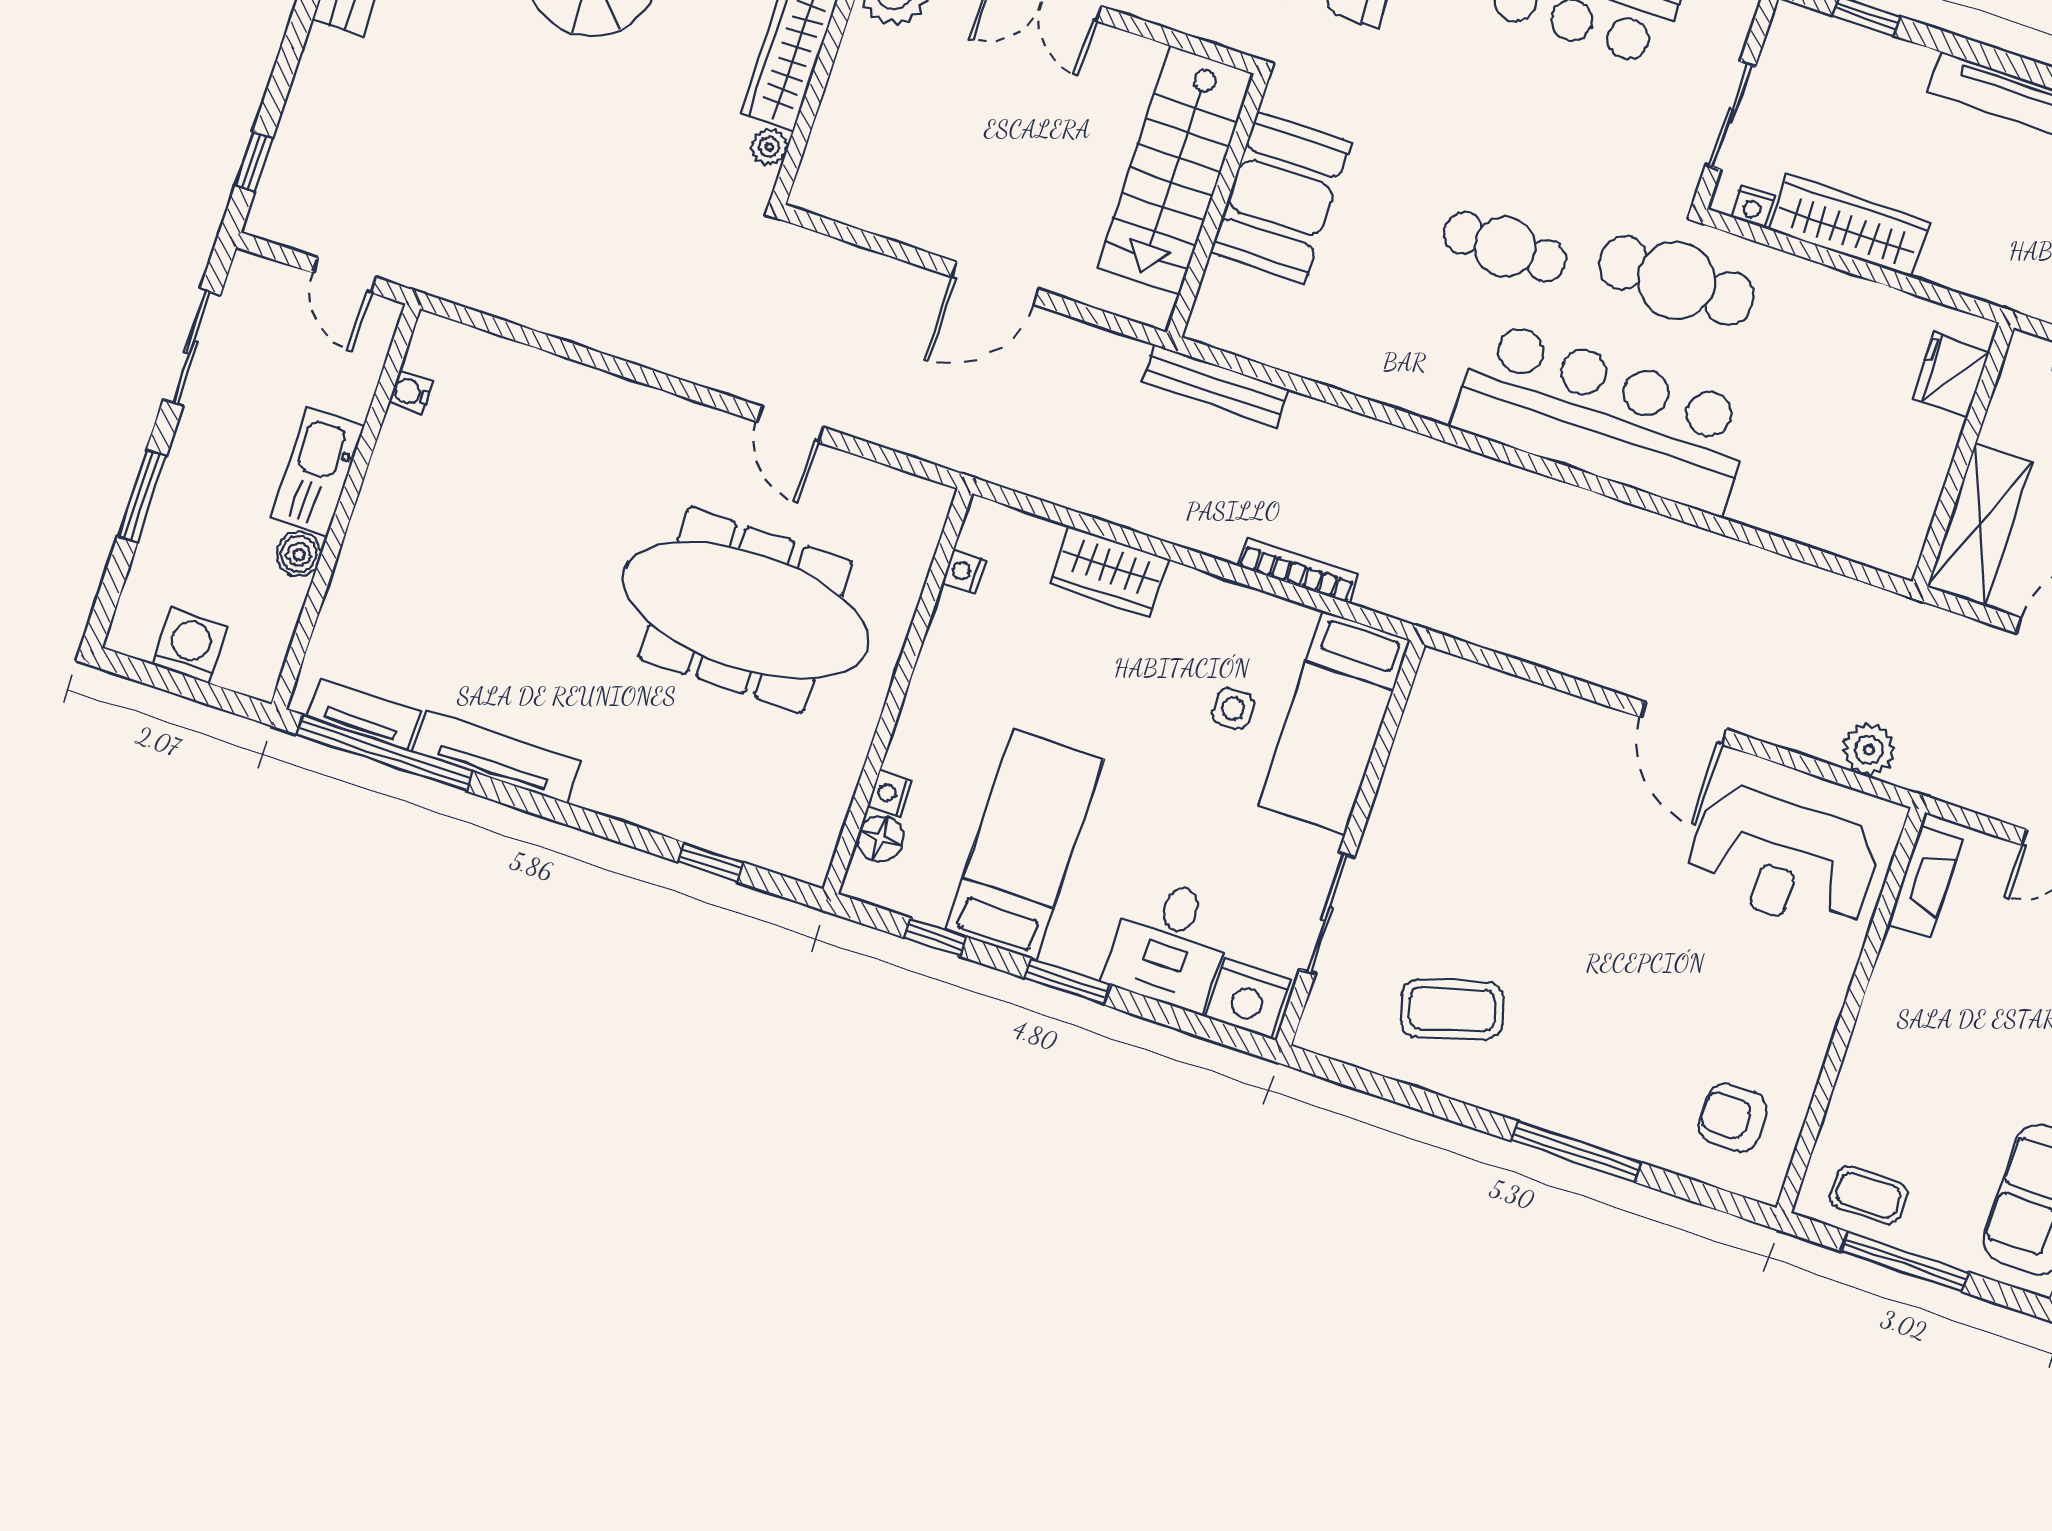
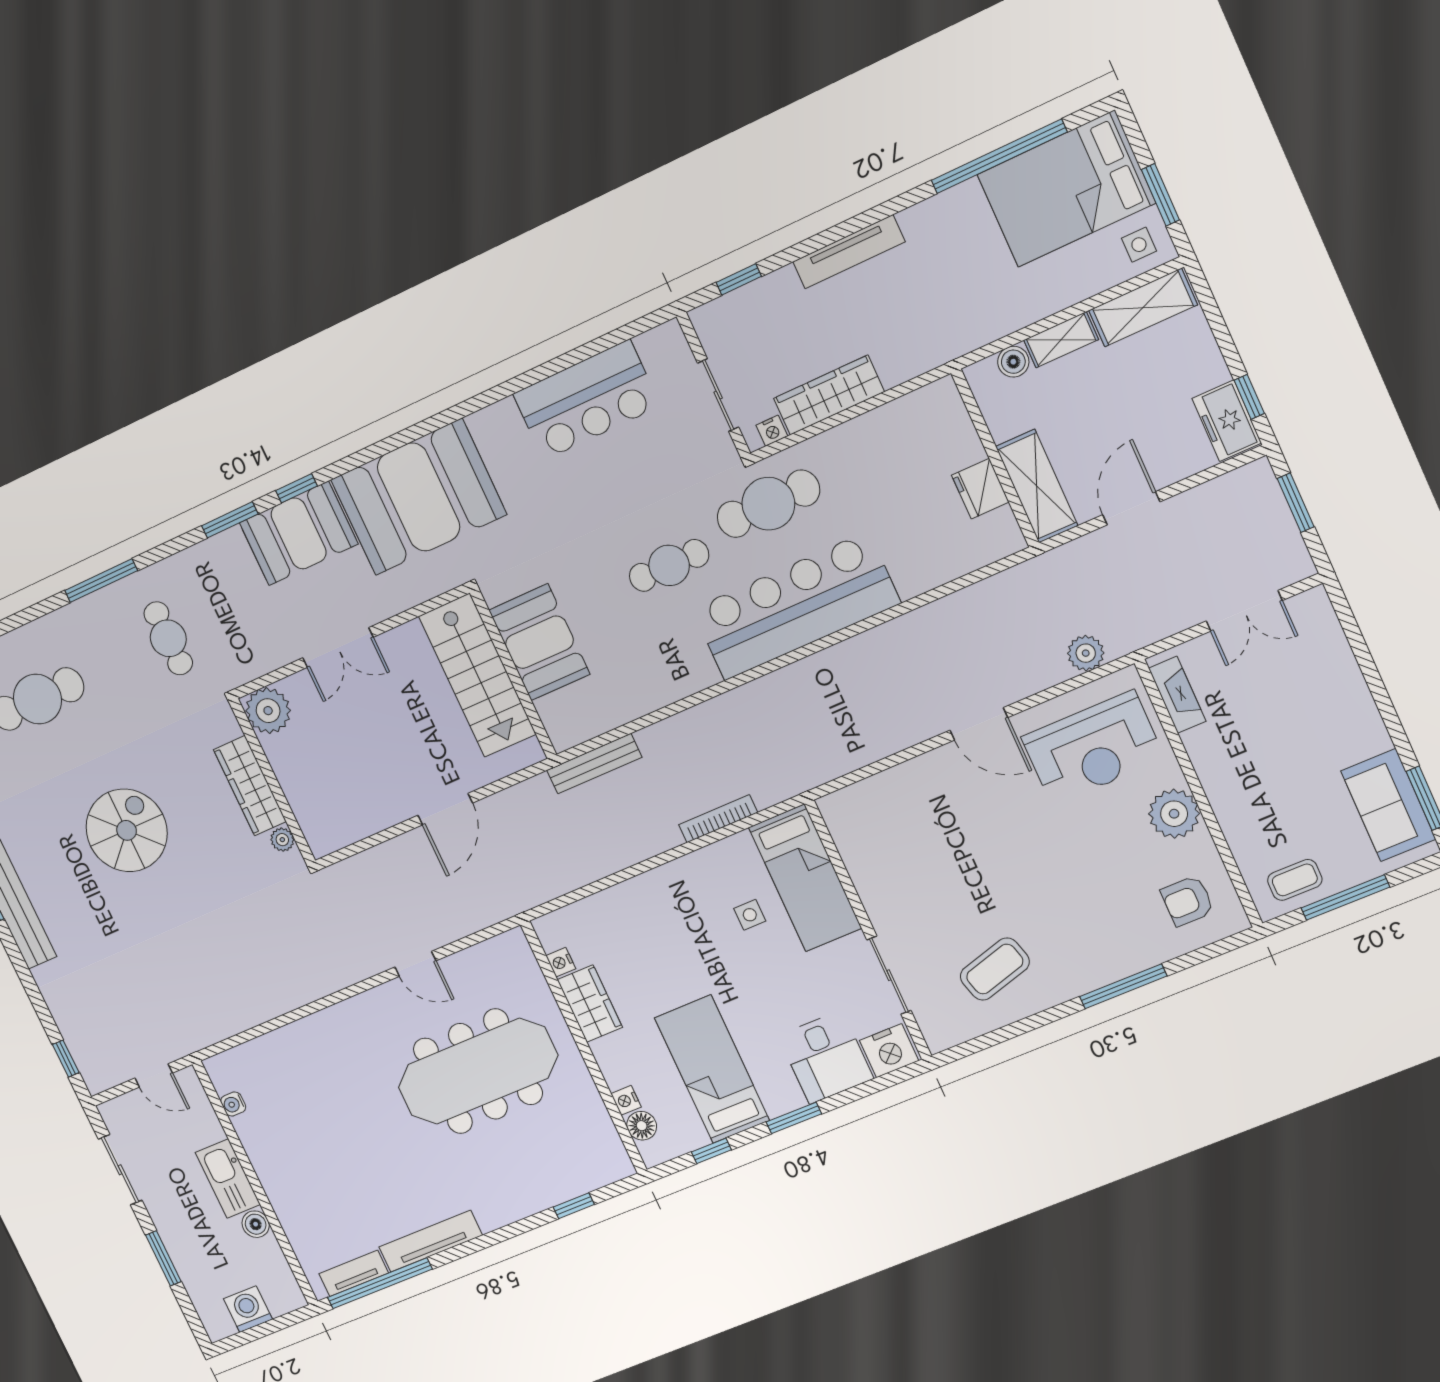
fridge: (1951, 375) -> (980, 489), moved
wardrobe: (1109, 571) -> (590, 1004), moved, turned -90
plant: (1805, 1009) -> (1174, 814), added

